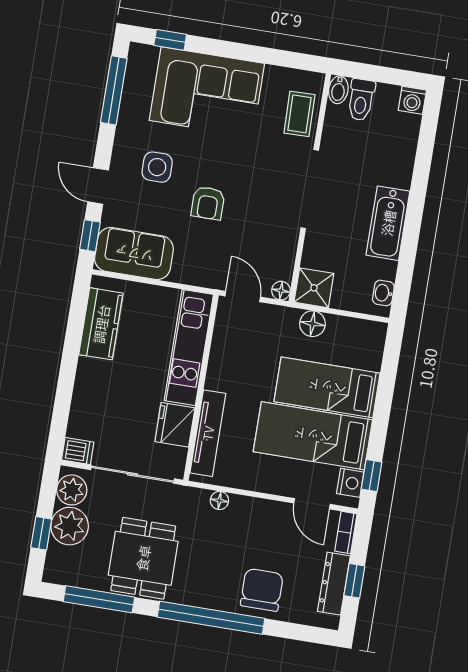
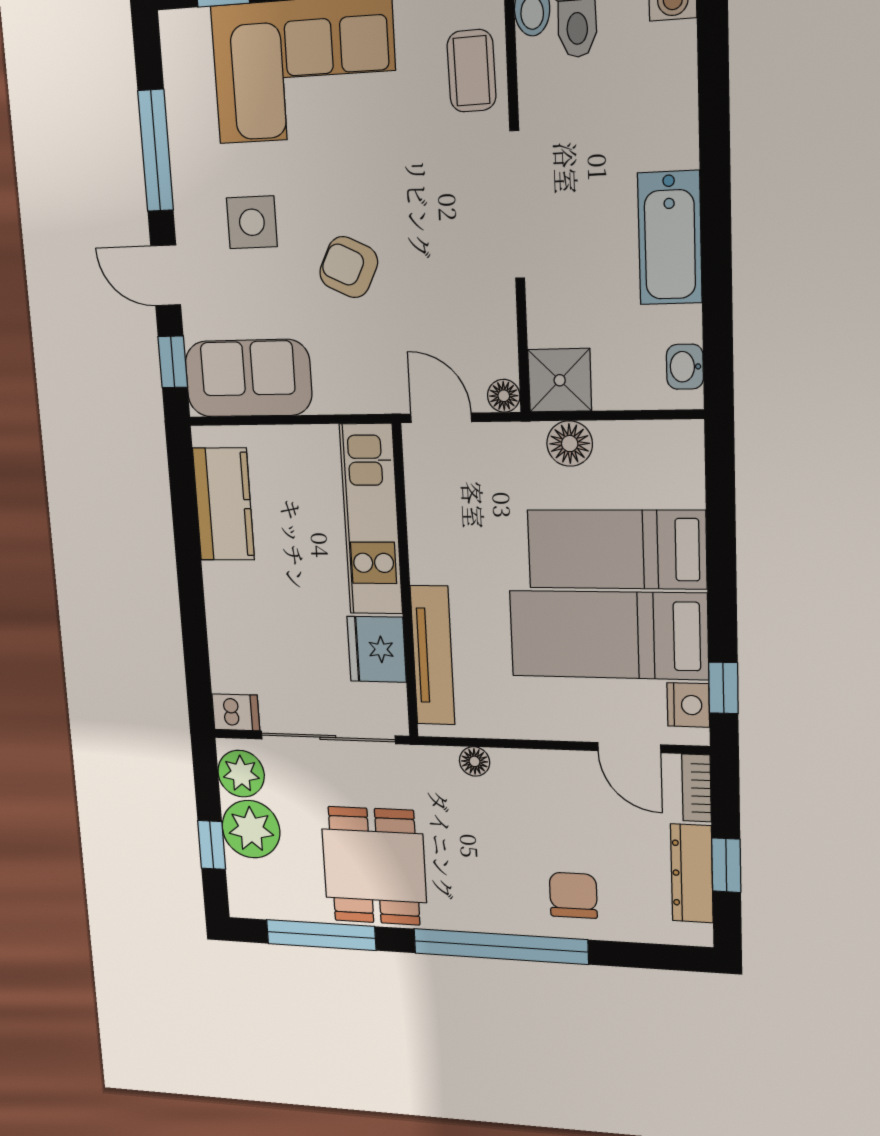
window: (114, 90) -> (156, 151), moved
armchair: (208, 203) -> (349, 267), turned 116
chair: (262, 590) -> (573, 895), width x0.73, depth x0.73

